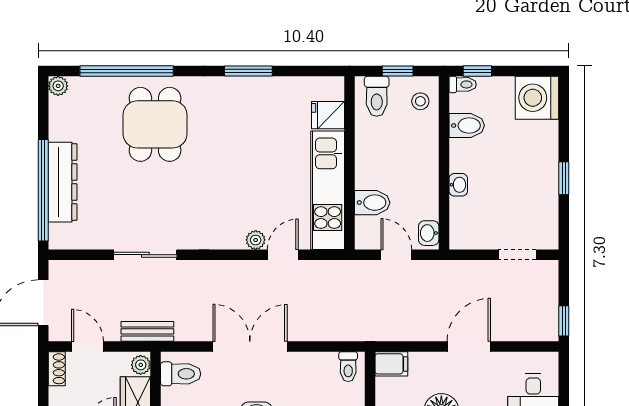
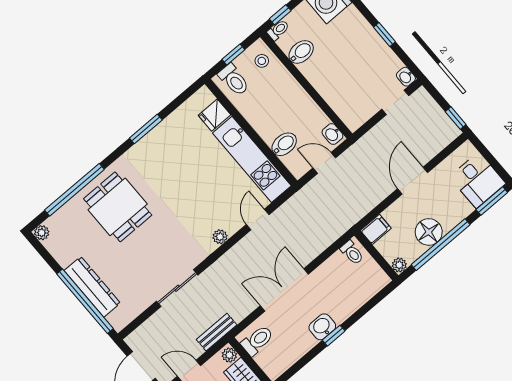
washbasin: (458, 185) -> (406, 77), moved, turned 180
plant: (256, 240) -> (220, 237), moved

